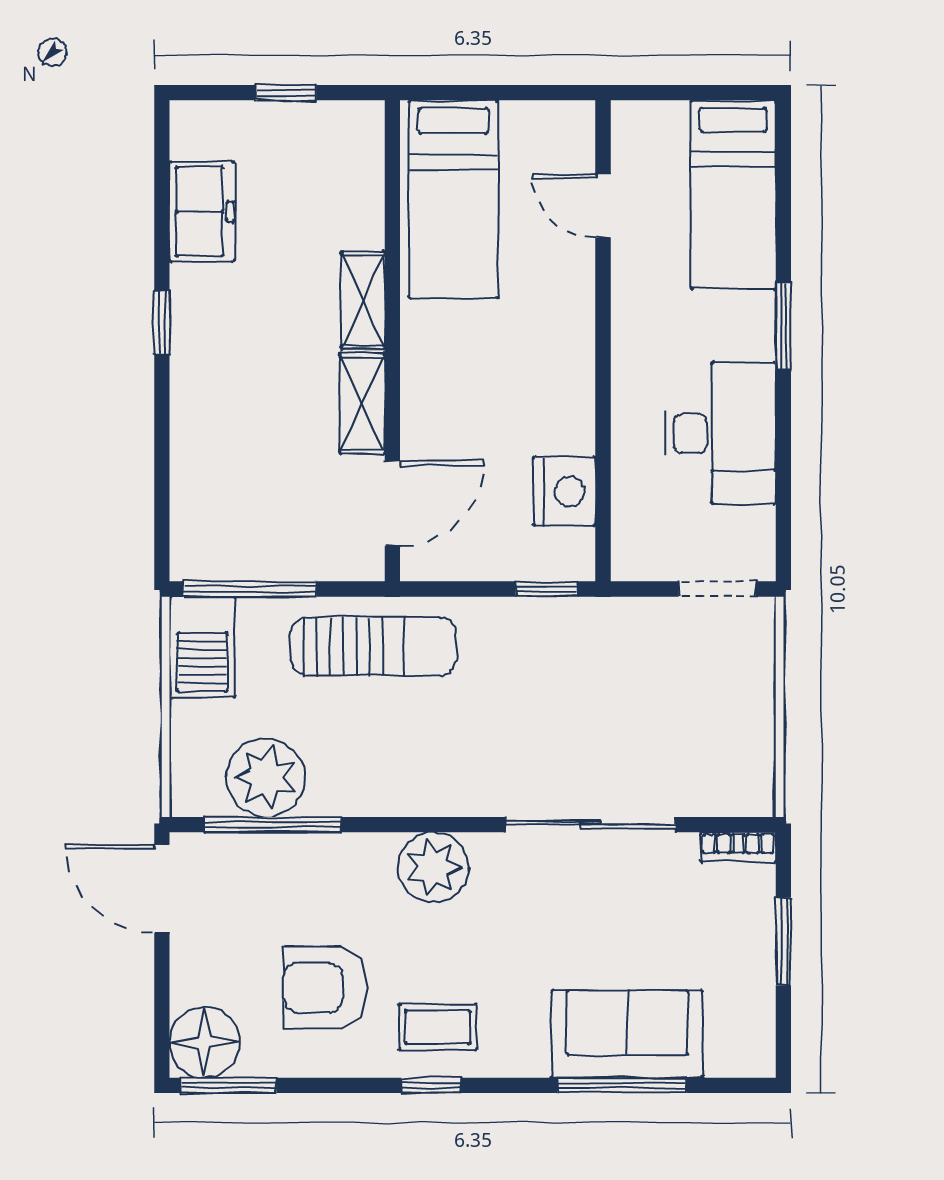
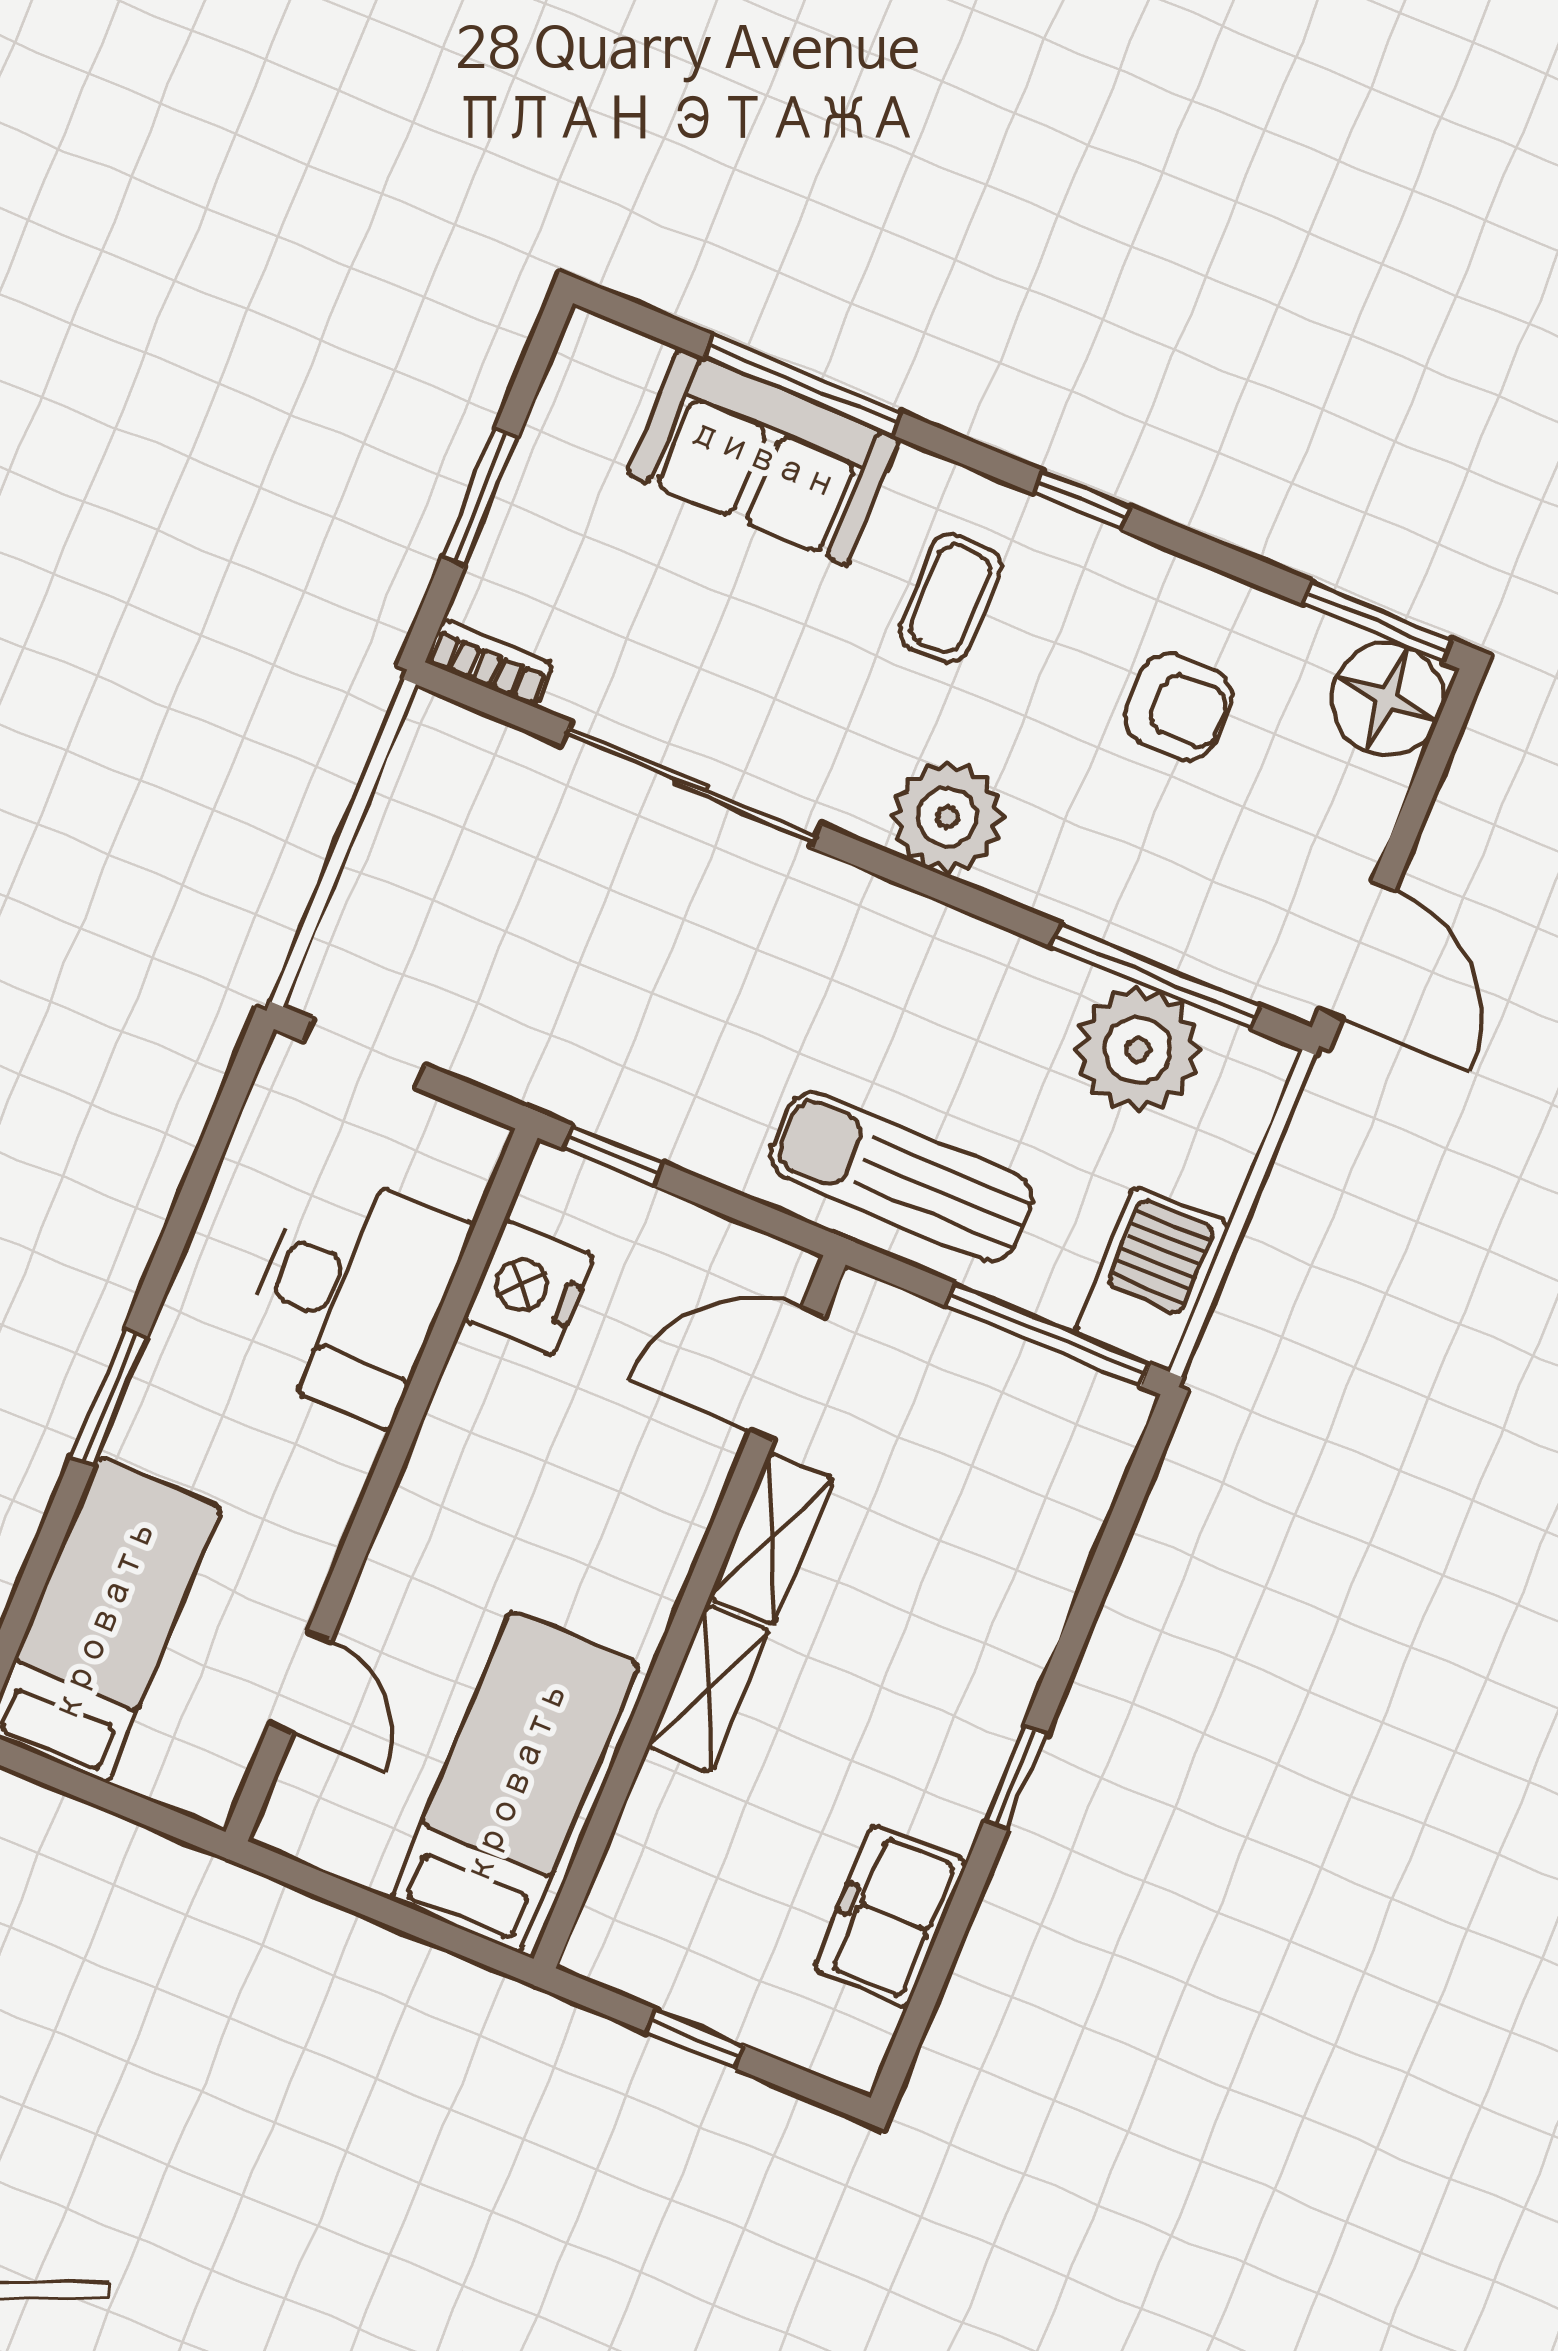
desk: (720, 433) -> (352, 1295), moved, turned 180
armchair: (325, 988) -> (1178, 707), width x0.72, depth x0.72
coffee table: (438, 1027) -> (950, 598), moved, turned 90

